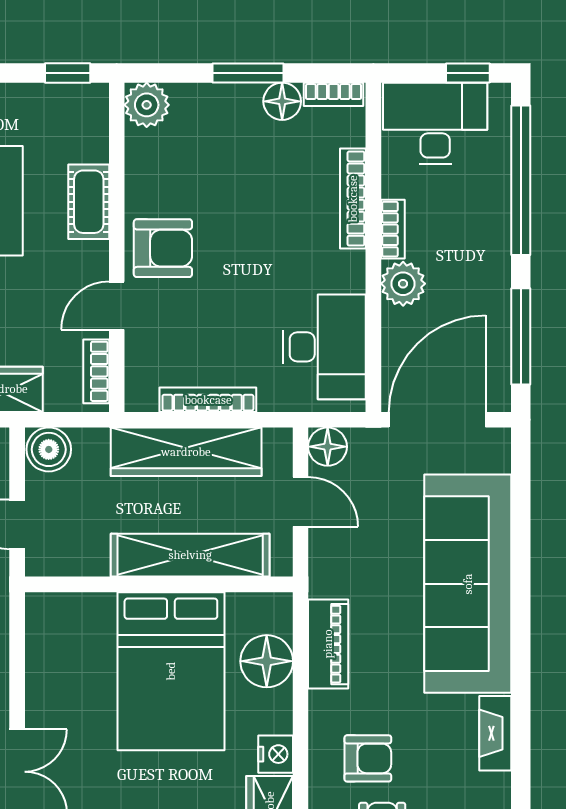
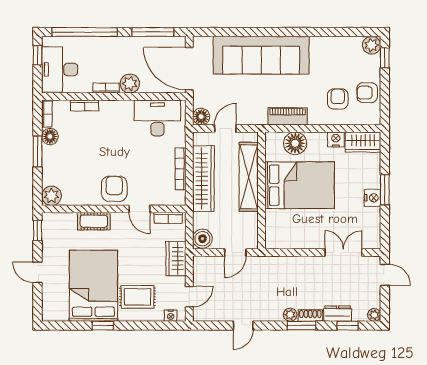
bookcase: (353, 199) -> (85, 106), width x0.64
fireplace: (495, 733) -> (327, 43), removed

